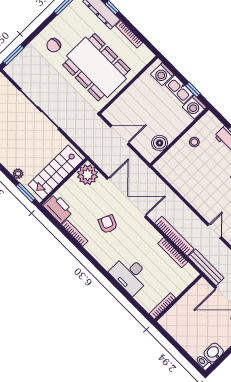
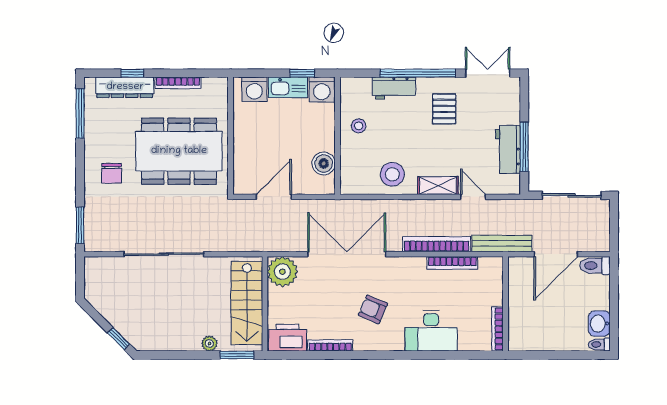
stool: (187, 181) -> (392, 174), added
shelving: (203, 209) -> (438, 186), added
armchair: (108, 224) -> (373, 309), moved

